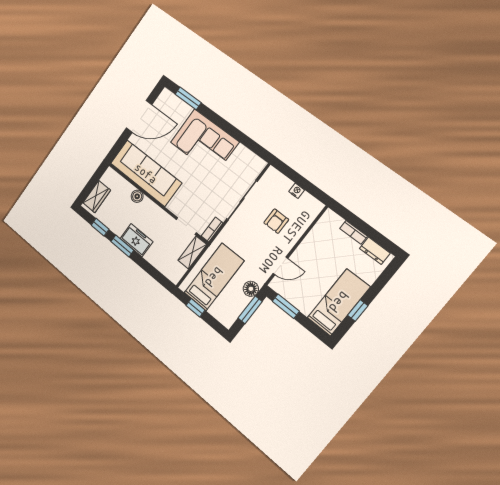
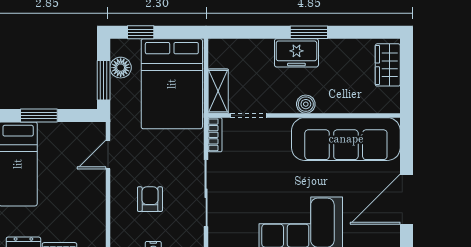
boiler: (137, 196) -> (306, 104), moved
window: (100, 227) -> (355, 32), removed
bed: (214, 277) -> (172, 84), width x1.50
floor lamp: (251, 289) -> (121, 68), moved
window: (286, 306) -> (39, 115), moved
window: (195, 308) -> (141, 32), moved

